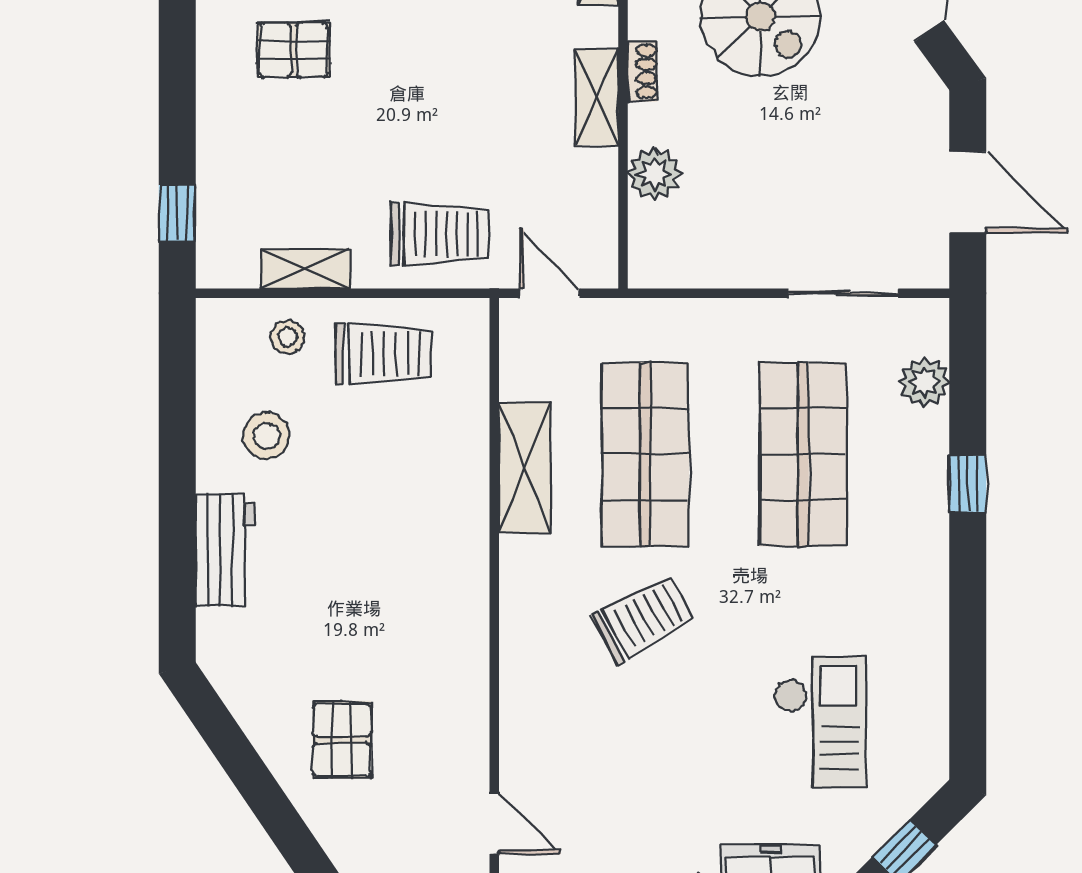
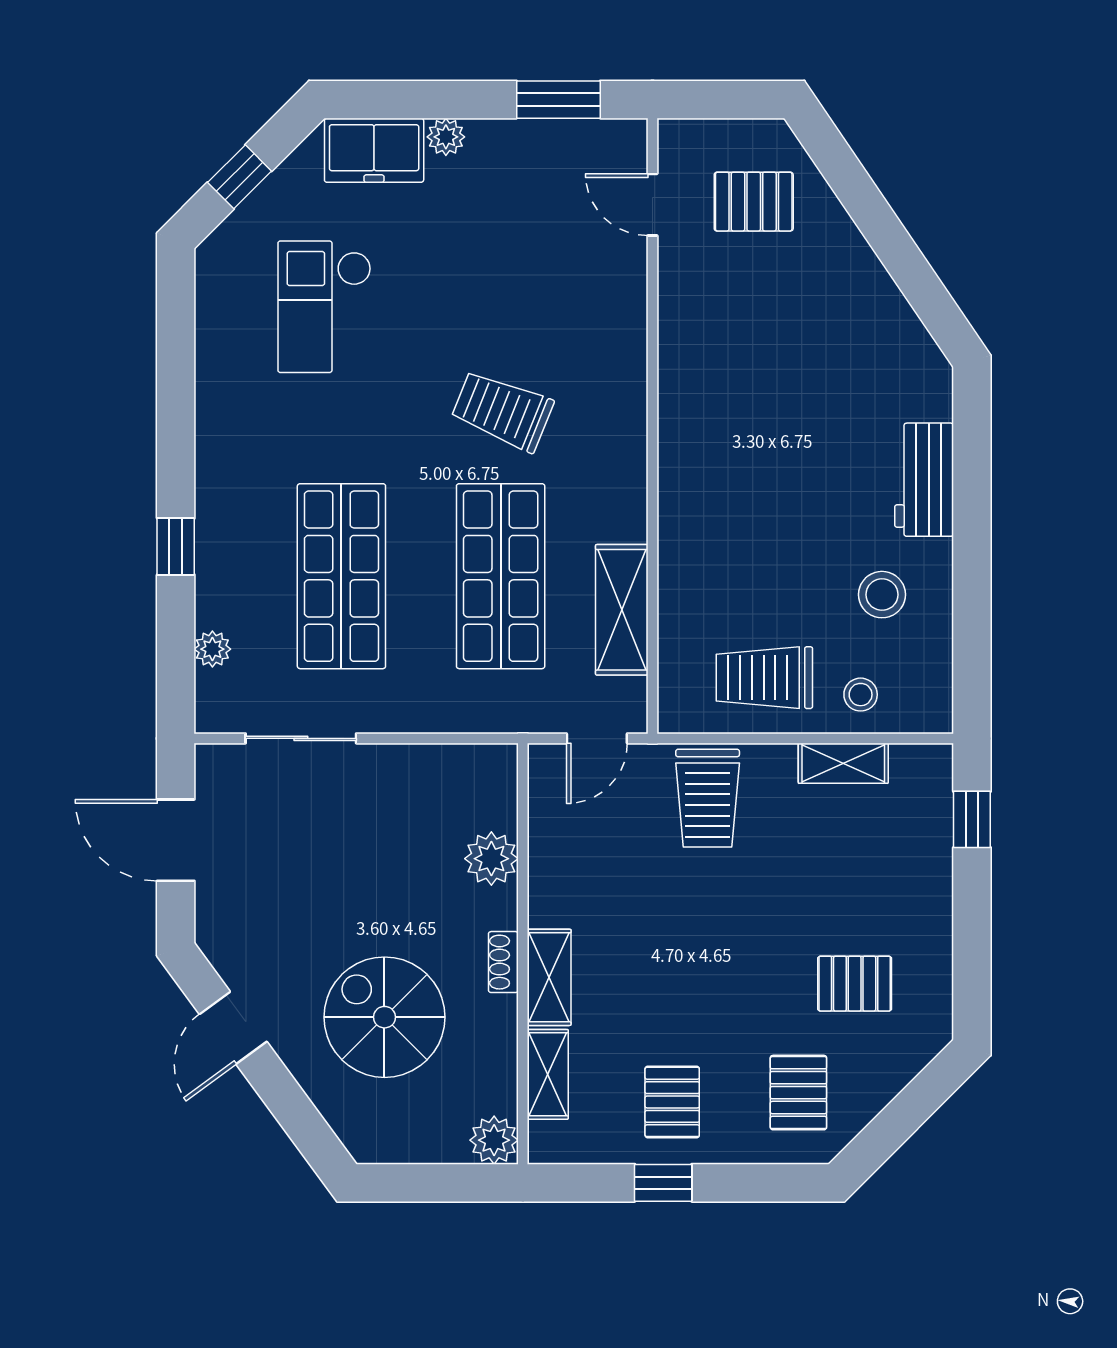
shelving: (597, 97) -> (549, 977), moved
trolley: (440, 234) -> (708, 798), turned -90
door: (549, 293) -> (597, 738), hinge flipped
plant: (924, 382) -> (212, 649), width x0.73, depth x0.73
shelving: (525, 468) -> (622, 610), moved
trolley: (643, 619) -> (502, 411), turned 51
pallet: (342, 740) -> (754, 202), moved, turned 90

